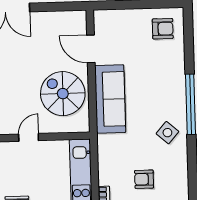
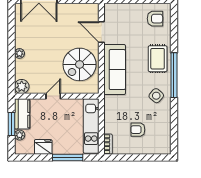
rug: (168, 83) -> (158, 59), added
spiral stairs: (63, 94) -> (80, 64), turned -90

